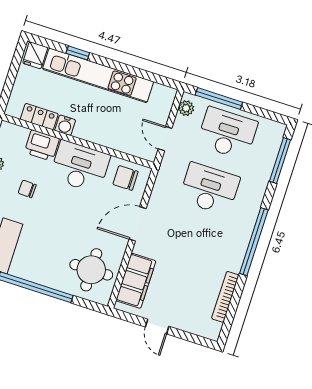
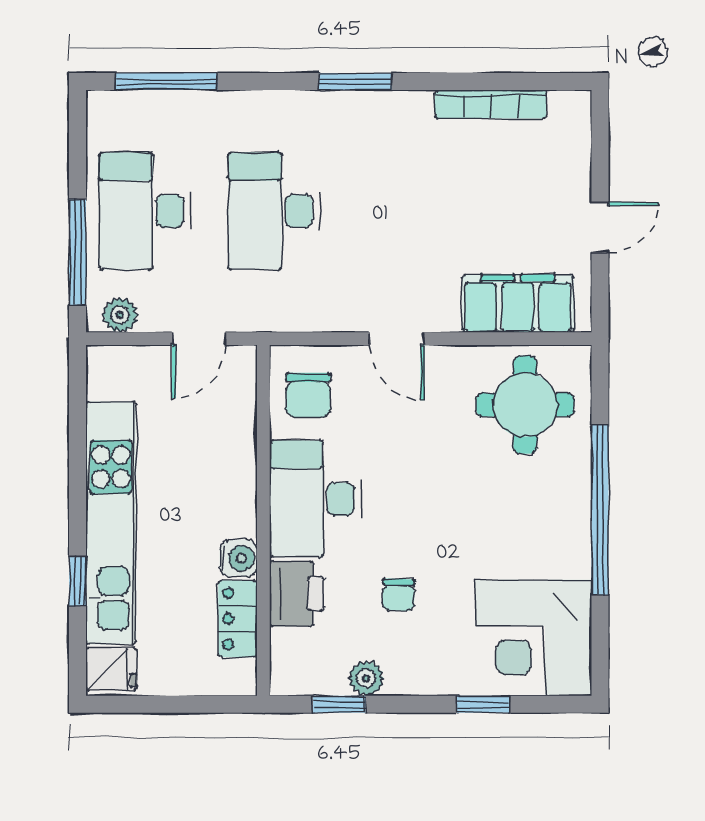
door: (138, 224) -> (397, 339), width x0.73
window: (254, 242) -> (355, 82), width x0.47

